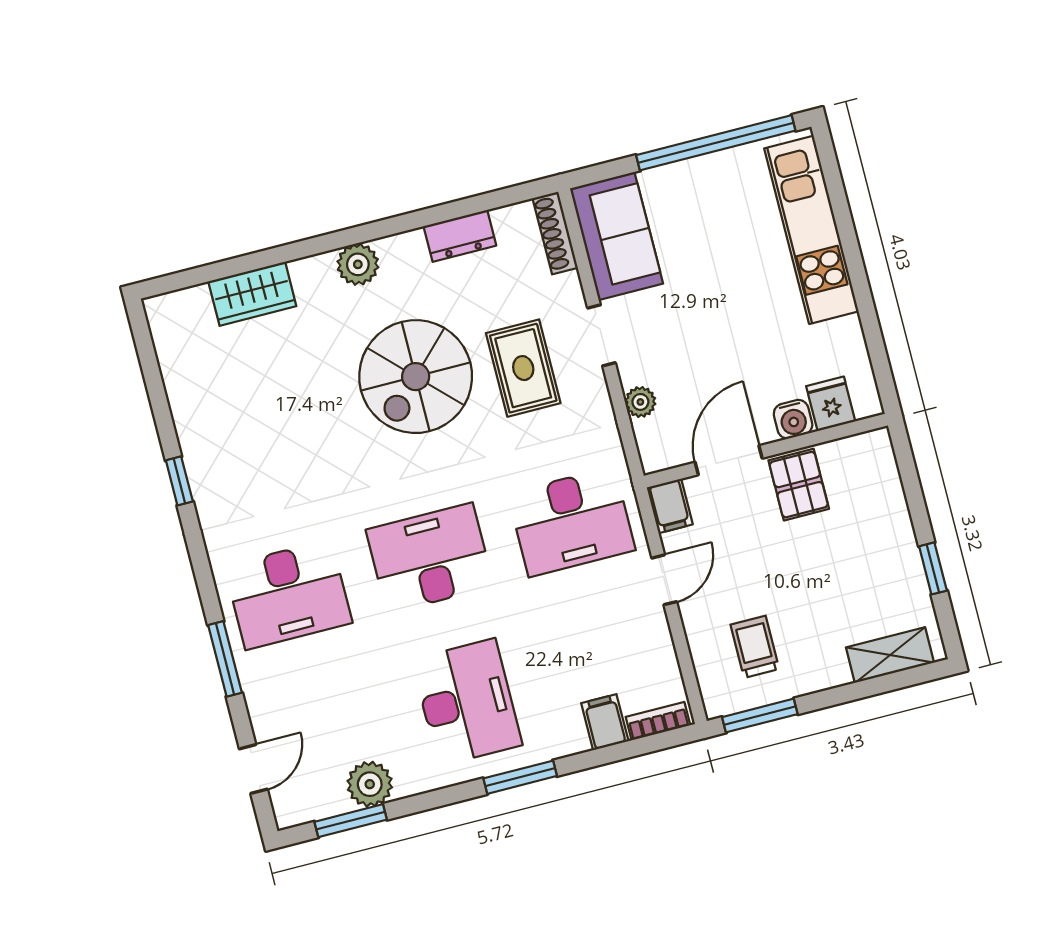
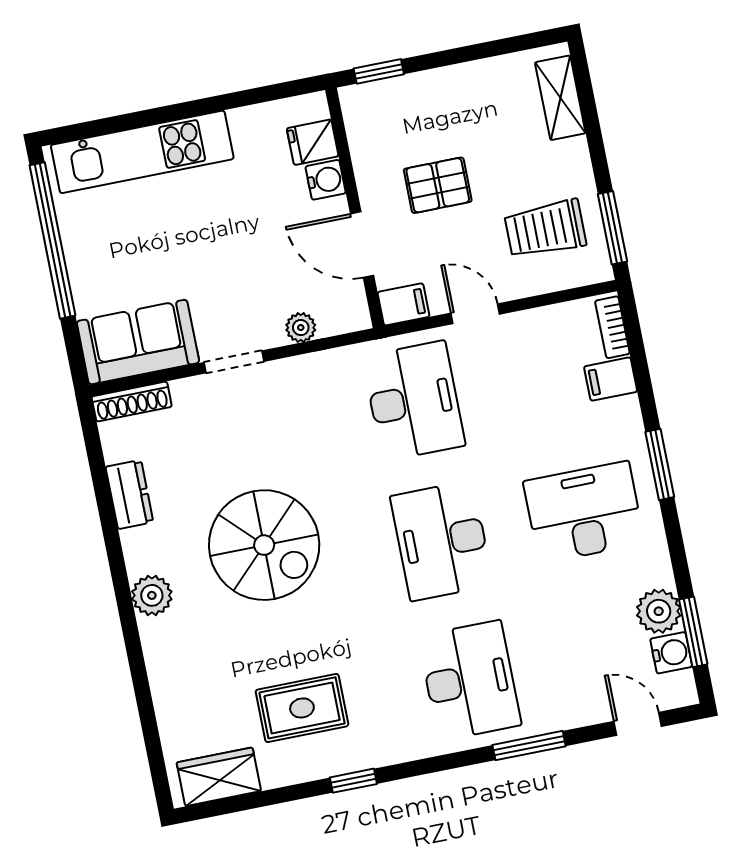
wardrobe: (252, 294) -> (219, 777), moved, turned -90
rug: (523, 368) -> (302, 708), moved
pallet: (799, 485) -> (438, 185), moved
window: (933, 568) -> (379, 71), moved
trolley: (755, 647) -> (545, 229), width x1.36, depth x1.39
water cooler: (328, 799) -> (671, 653), added

